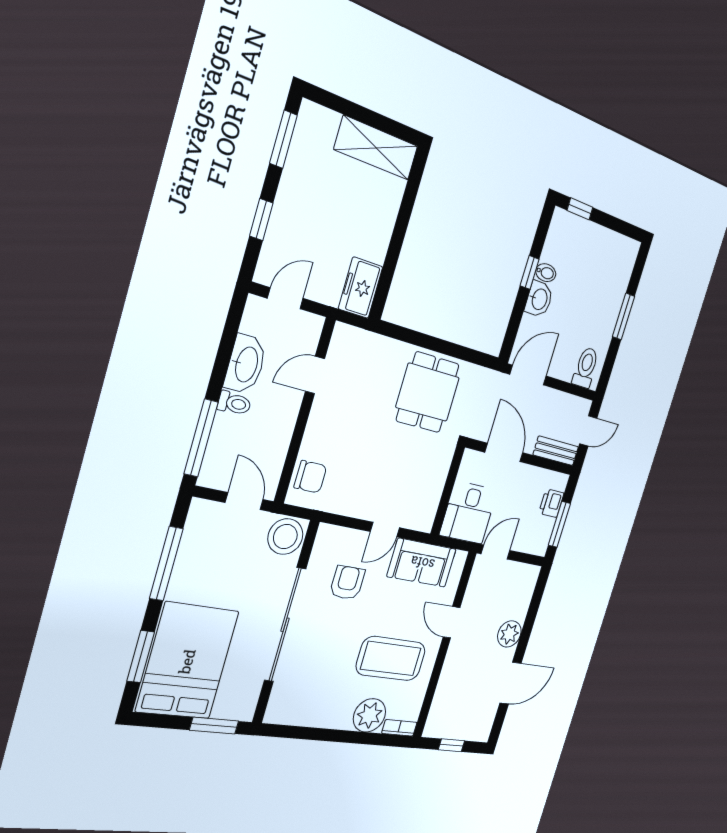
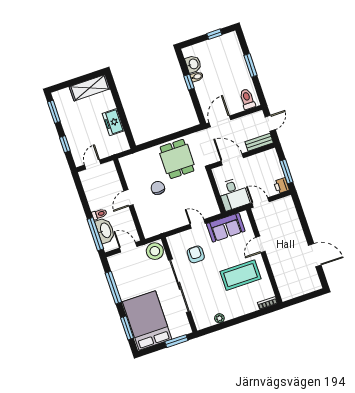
window: (580, 209) -> (214, 34), moved
freezer: (361, 288) -> (113, 122), moved
washbasin: (539, 299) -> (193, 64), moved
washbasin: (246, 364) -> (105, 230), moved
door: (315, 375) -> (129, 198), moved
chair: (310, 477) -> (158, 188), moved, turned -90
printer: (551, 503) -> (281, 186), moved
door: (385, 530) -> (198, 224), swing flipped
door: (496, 552) -> (261, 203), hinge flipped
door: (451, 622) -> (260, 244), hinge flipped
plant: (509, 634) -> (296, 234), removed
door: (510, 683) -> (315, 255), hinge flipped
plant: (369, 715) -> (219, 318), moved, width x0.53, depth x0.53
window: (452, 745) -> (303, 298), removed

